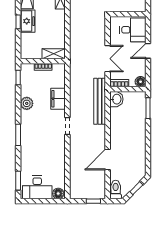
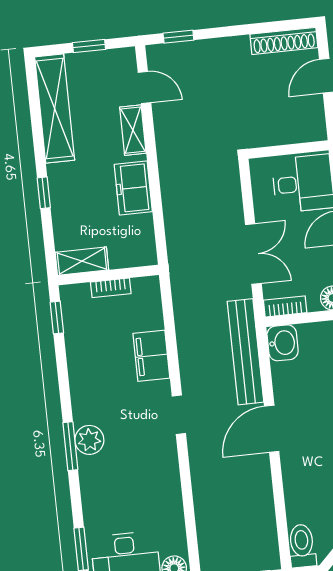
freezer: (28, 21) -> (133, 188), moved, turned 180
shelving: (54, 54) -> (82, 261), moved
plant: (27, 103) -> (89, 440), moved
door: (108, 159) -> (272, 429), moved

